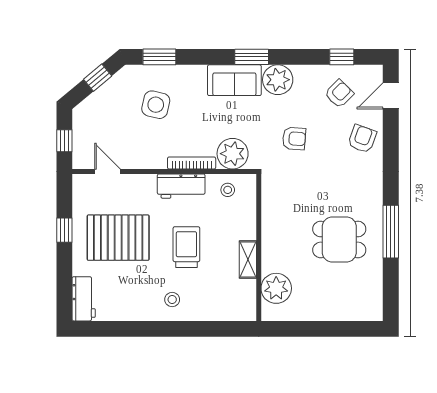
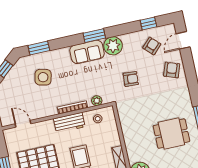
plant: (233, 154) -> (97, 101), width x0.53, depth x0.53

